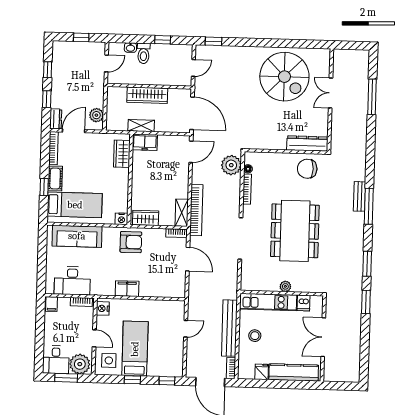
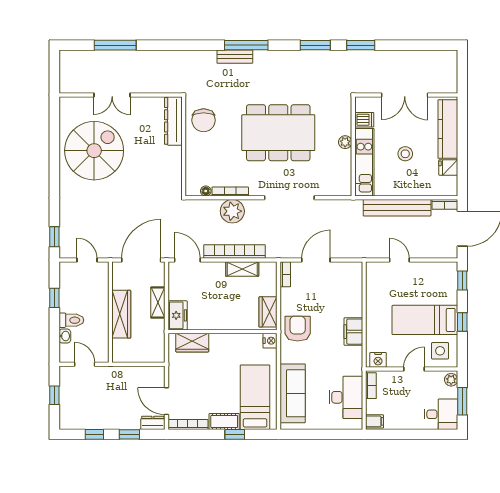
plant: (96, 115) -> (147, 374), removed
shelving: (141, 126) -> (158, 303), moved
plant: (231, 165) -> (232, 211), moved
bookcase: (196, 210) -> (235, 251), moved
shelving: (182, 213) -> (242, 269), moved
stool: (255, 336) -> (405, 154), moved
plant: (80, 364) -> (451, 380), width x0.53, depth x0.53

